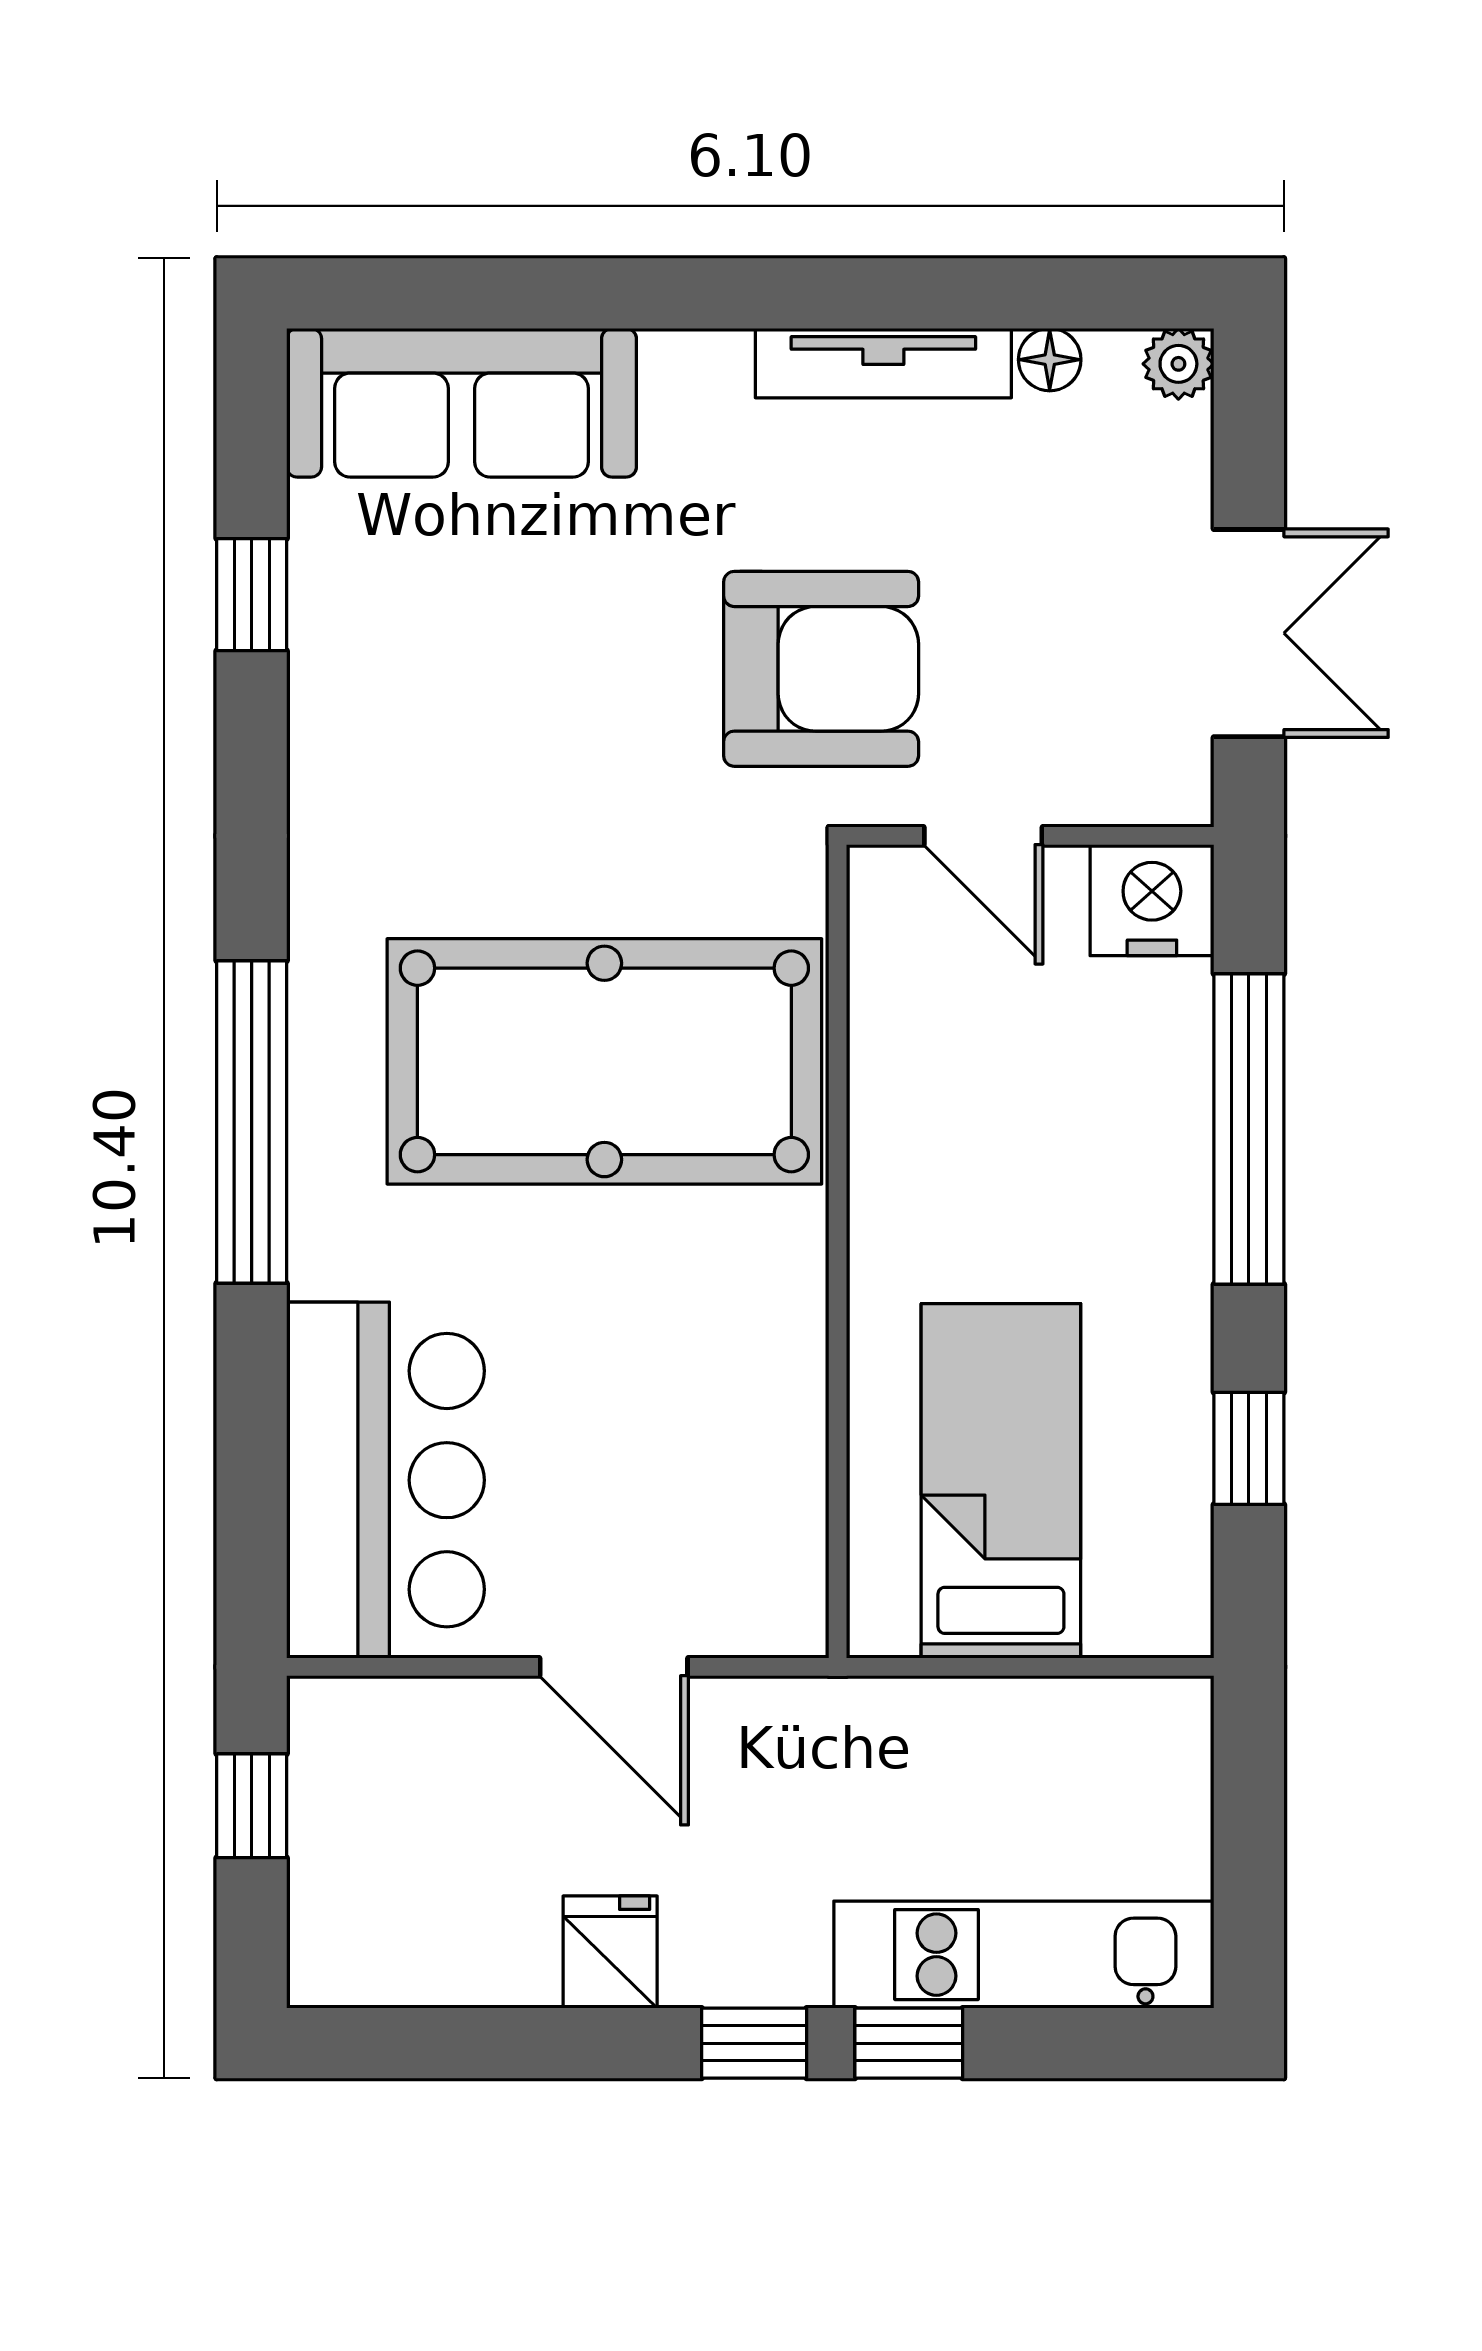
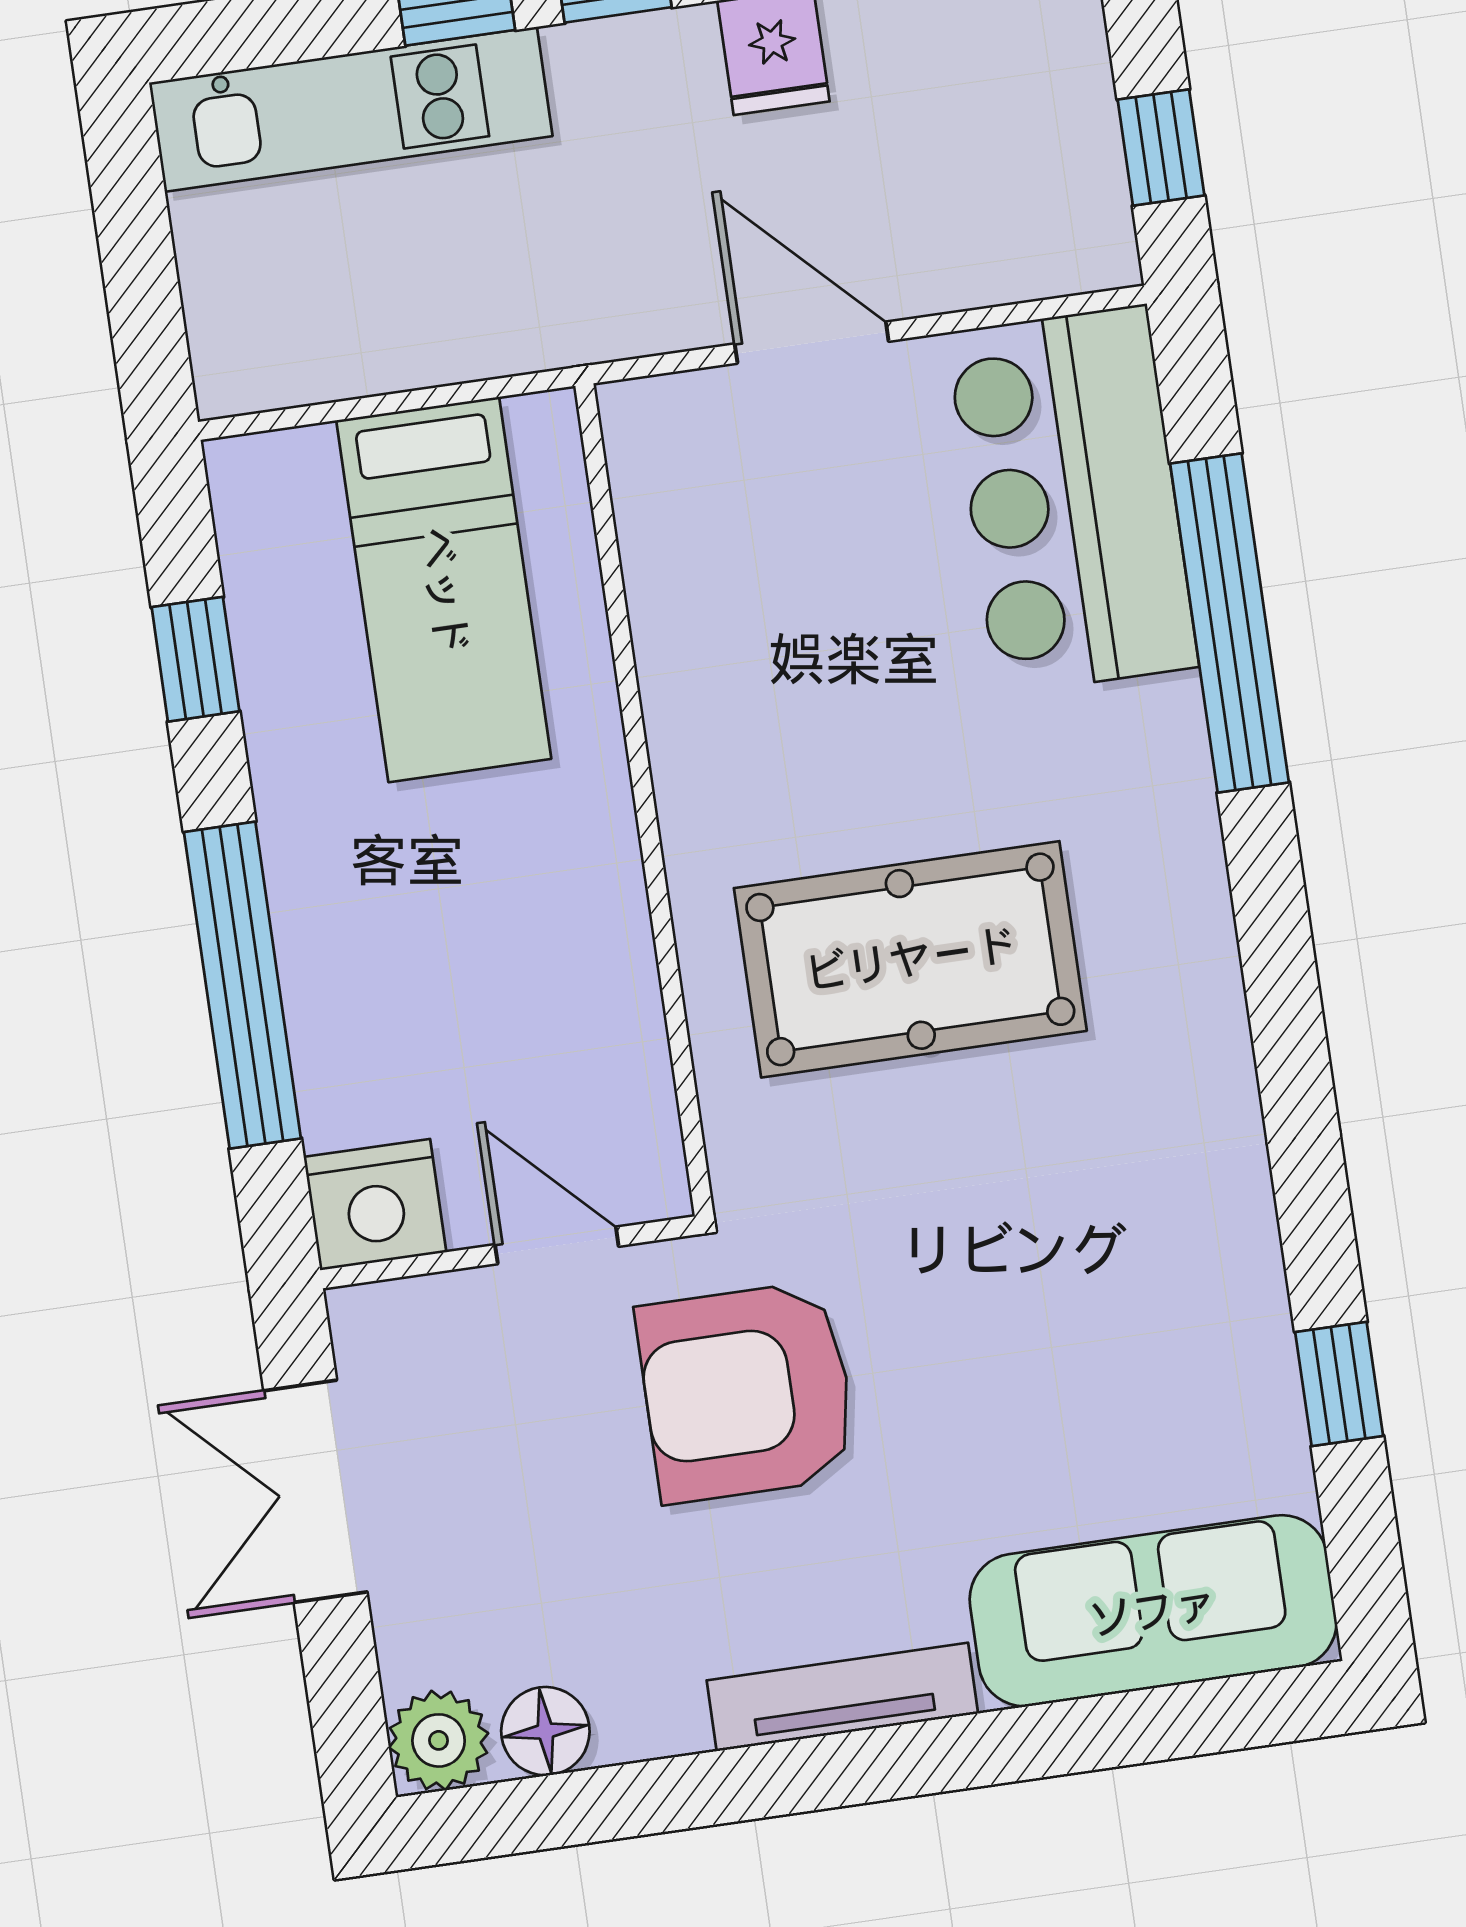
floor lamp: (1050, 360) -> (545, 1731), width x1.37, depth x1.37
tv unit: (883, 363) -> (842, 1697), moved
plant: (1178, 364) -> (439, 1740), width x1.38, depth x1.38
pool table: (604, 1061) -> (910, 959), width x0.73, depth x0.76
window: (252, 1122) -> (1230, 623), moved

